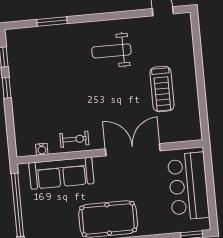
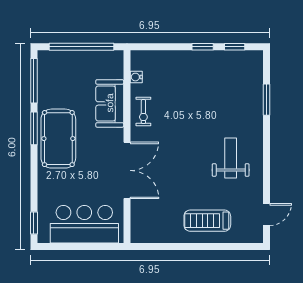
treadmill: (162, 89) -> (207, 221), moved
sofa: (61, 173) -> (110, 103), width x0.73

